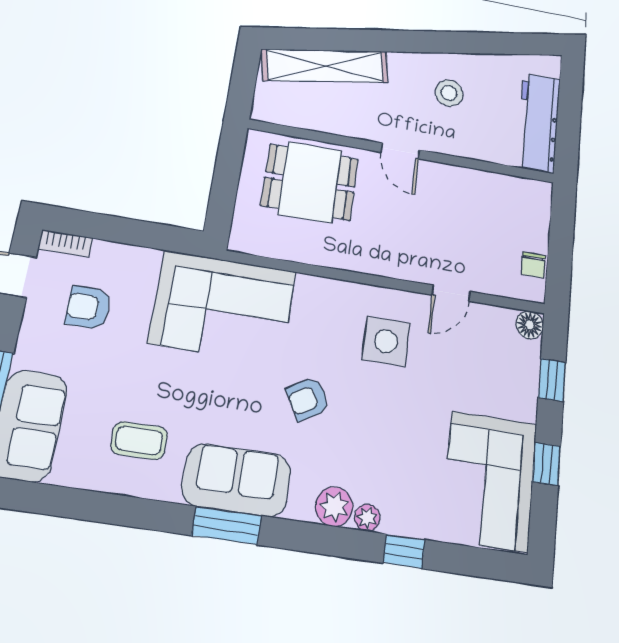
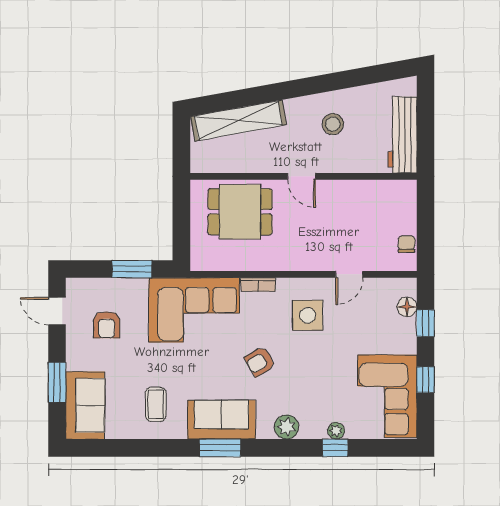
window: (143, 234) -> (132, 269), added
bookcase: (65, 243) -> (258, 285), moved
chair: (533, 265) -> (406, 244), turned 180
armchair: (88, 307) -> (107, 325), turned -90
floor lamp: (530, 325) -> (407, 307), moved
coffee table: (139, 441) -> (156, 404), turned 90
plant: (367, 518) -> (336, 431), moved

